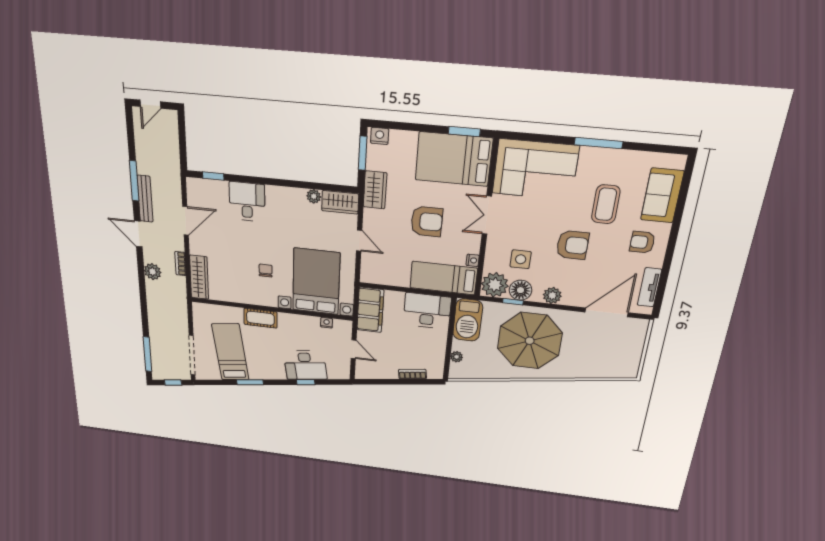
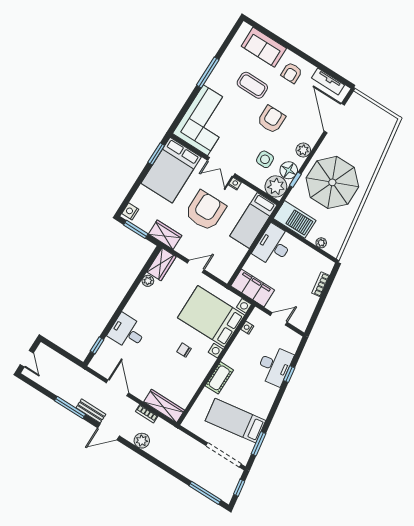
bench: (145, 199) -> (91, 411), width x0.73
armchair: (427, 221) -> (205, 211), width x1.36, depth x1.36
nightstand: (473, 260) -> (235, 184), moved
window: (250, 382) -> (259, 444), moved

